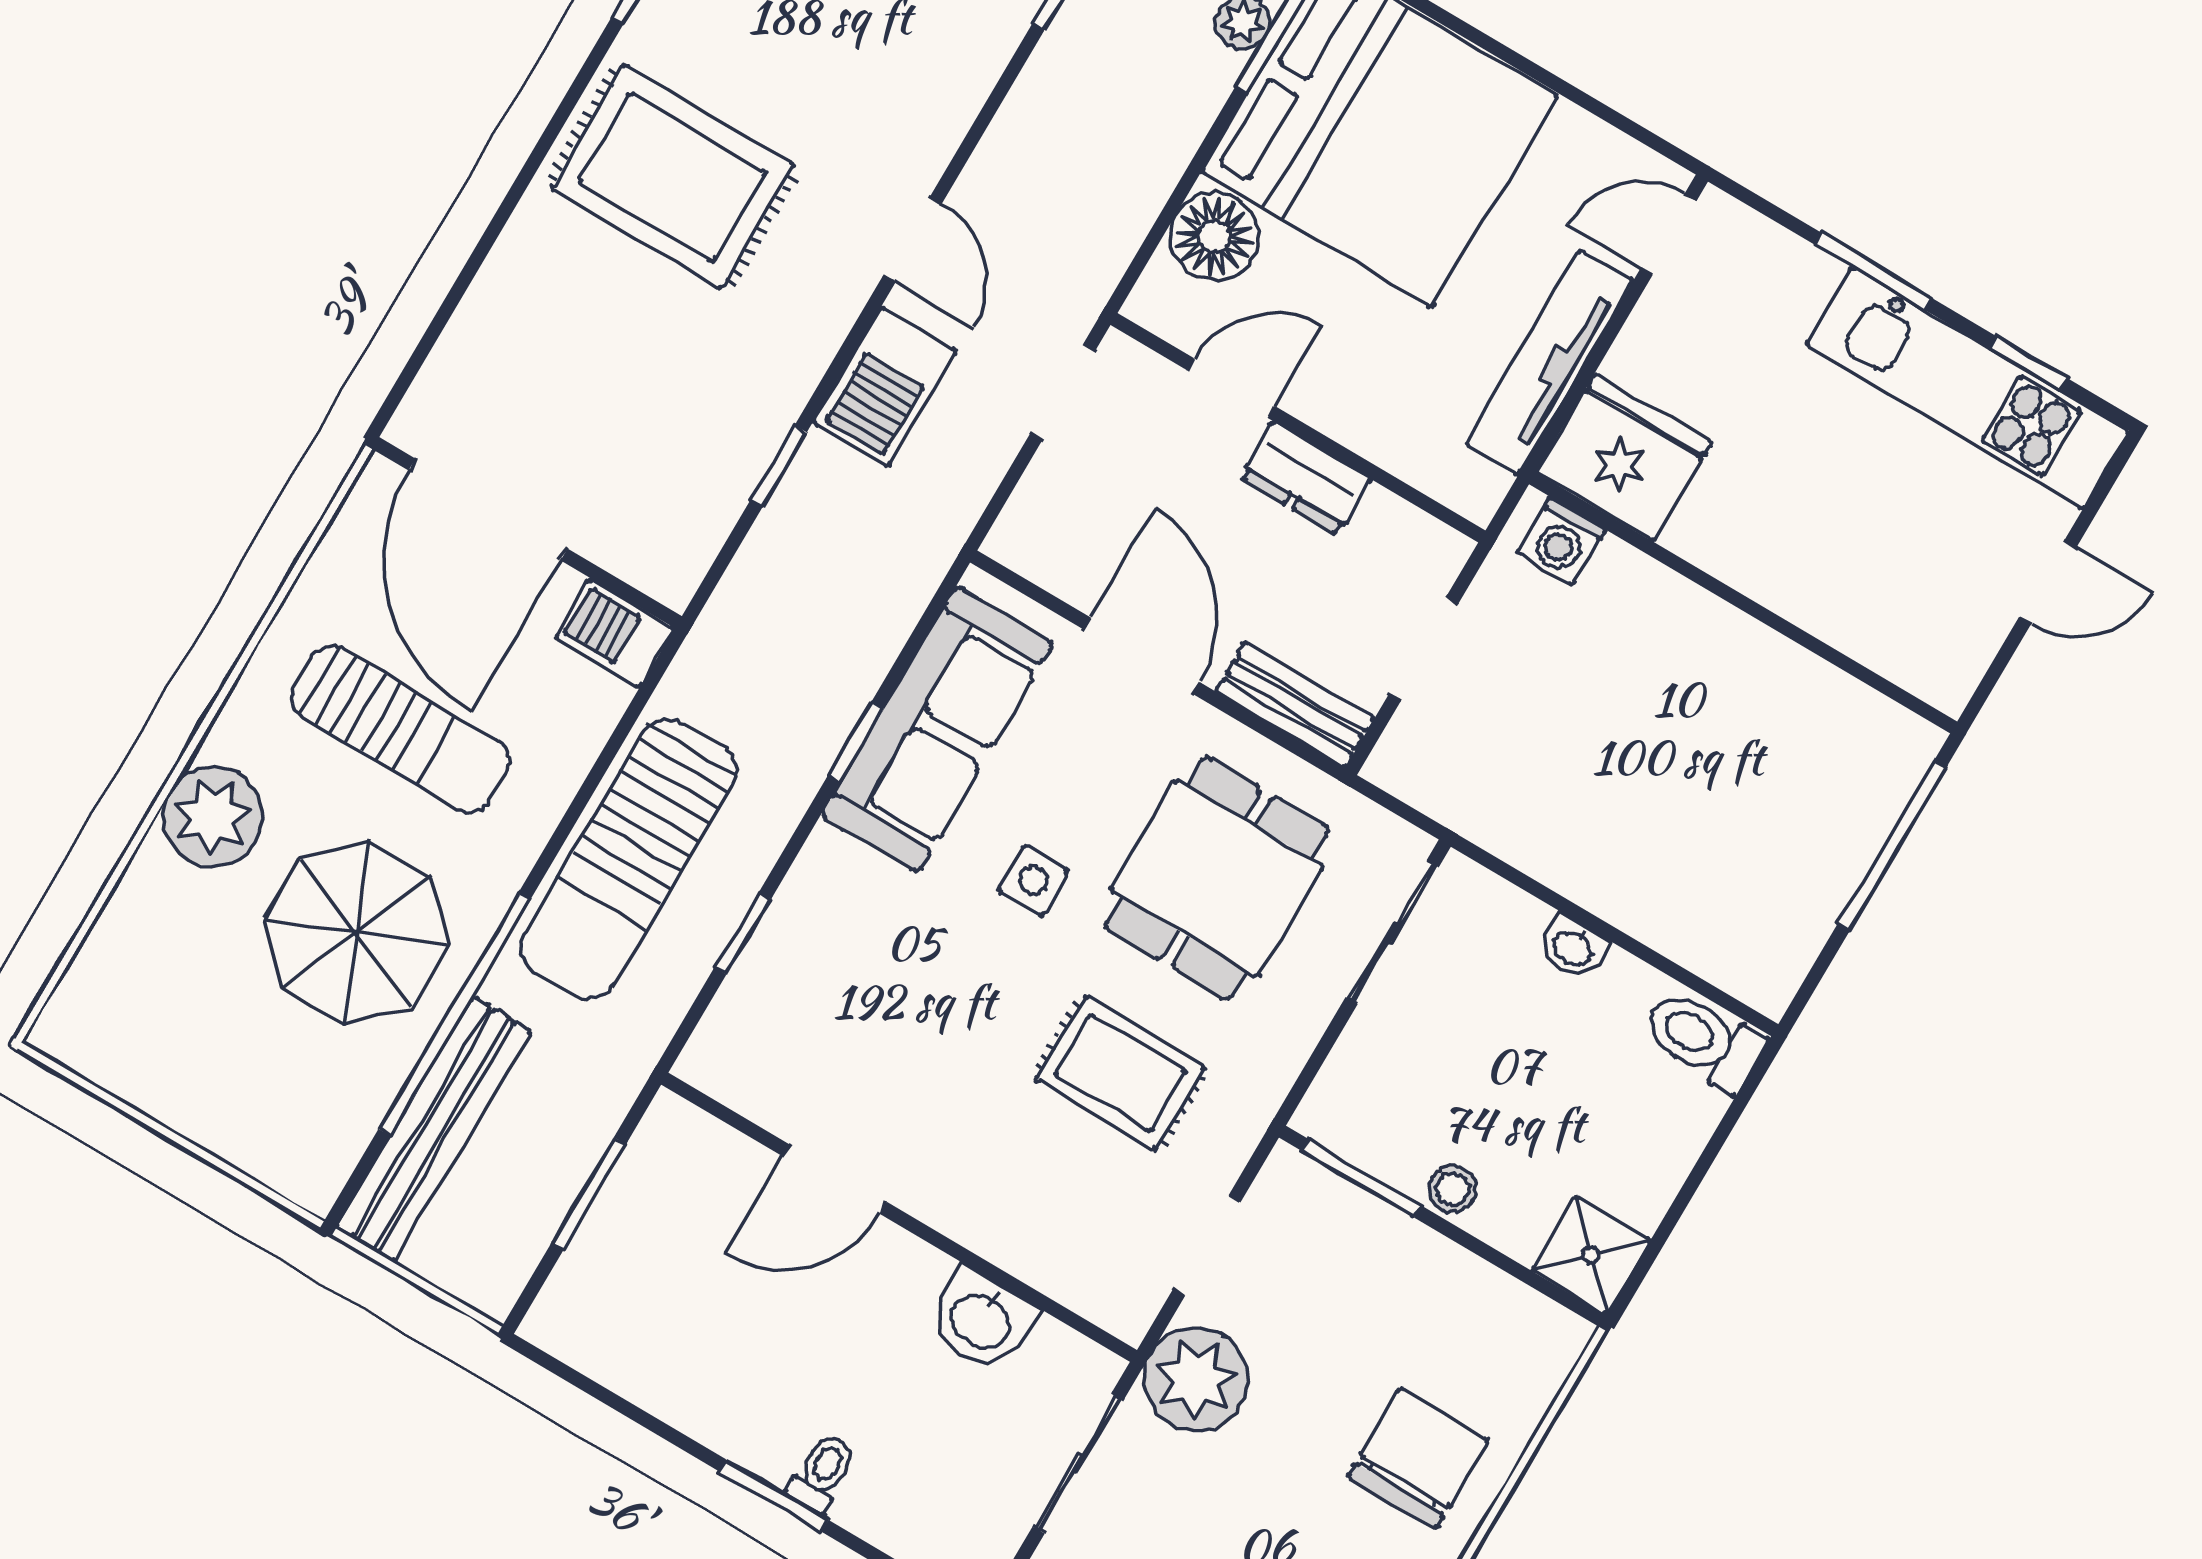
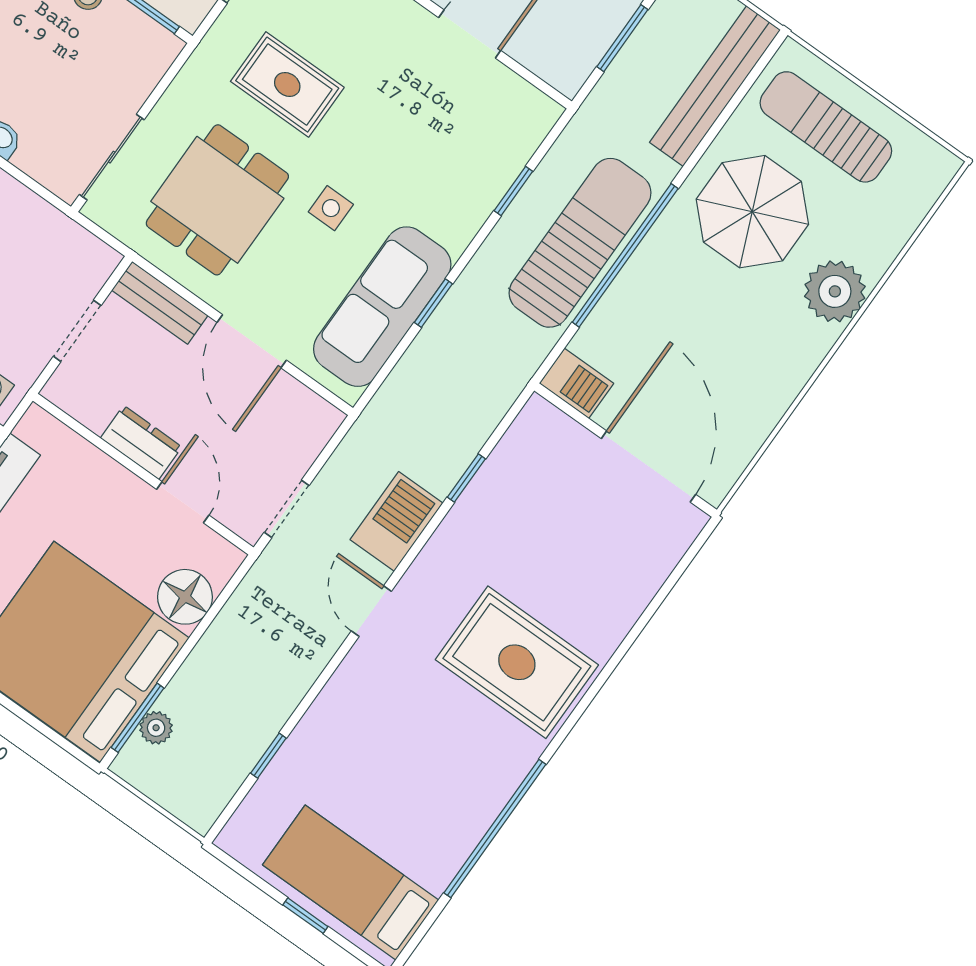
door: (1231, 388) -> (183, 502), swing flipped
sun lounger: (401, 729) -> (826, 127), moved
window: (454, 1014) -> (625, 255), moved

